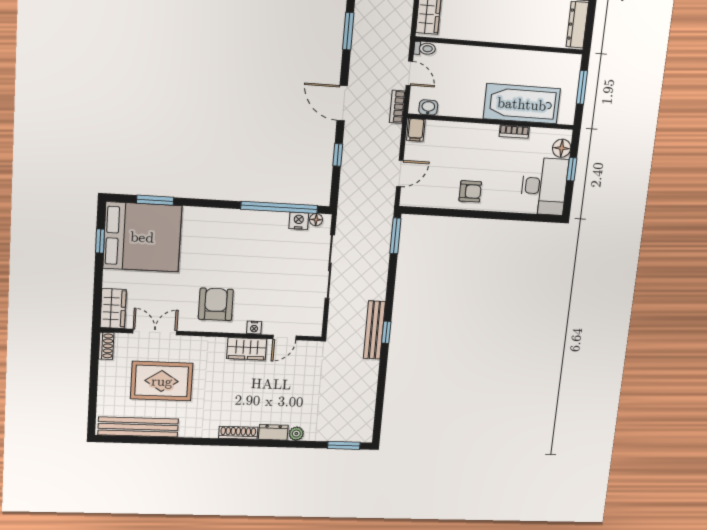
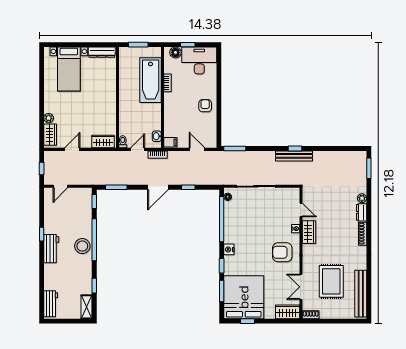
window: (199, 203) -> (222, 266), added
nightstand: (299, 221) -> (229, 249), moved

